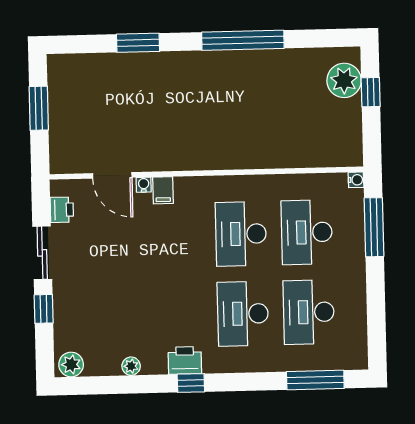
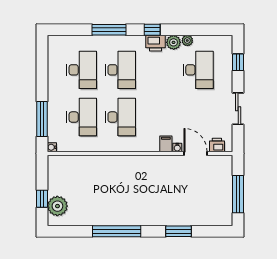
window: (39, 108) -> (238, 194), width x1.44
printer: (62, 210) -> (217, 145), moved, turned 90
window: (44, 309) -> (238, 62), moved
desk: (111, 317) -> (198, 70), added
plant: (71, 364) -> (174, 42), moved
window: (315, 380) -> (109, 30), moved

